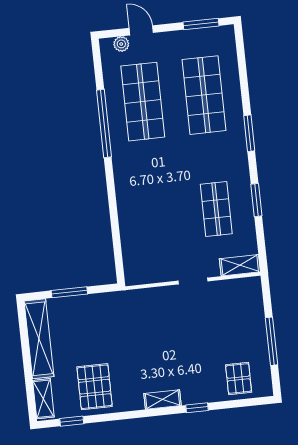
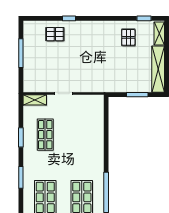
pallet: (239, 378) -> (55, 34), moved, turned 90
pallet: (95, 387) -> (128, 37), width x0.67, depth x0.71
shelving: (162, 400) -> (89, 25), removed

